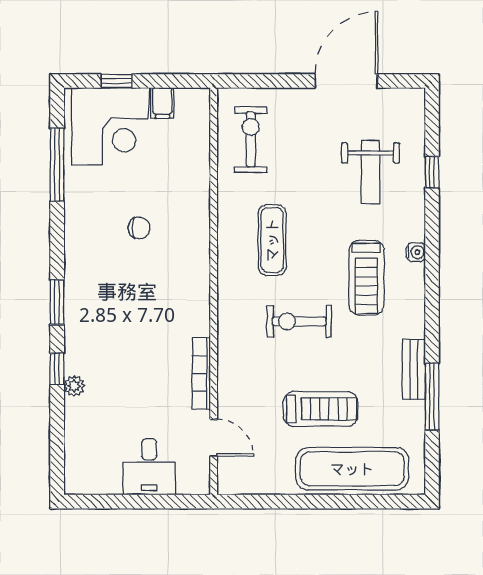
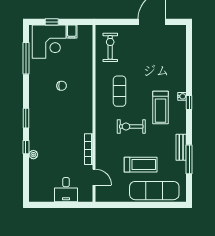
weight bench: (371, 172) -> (162, 62), removed
window: (432, 172) -> (189, 103), moved

